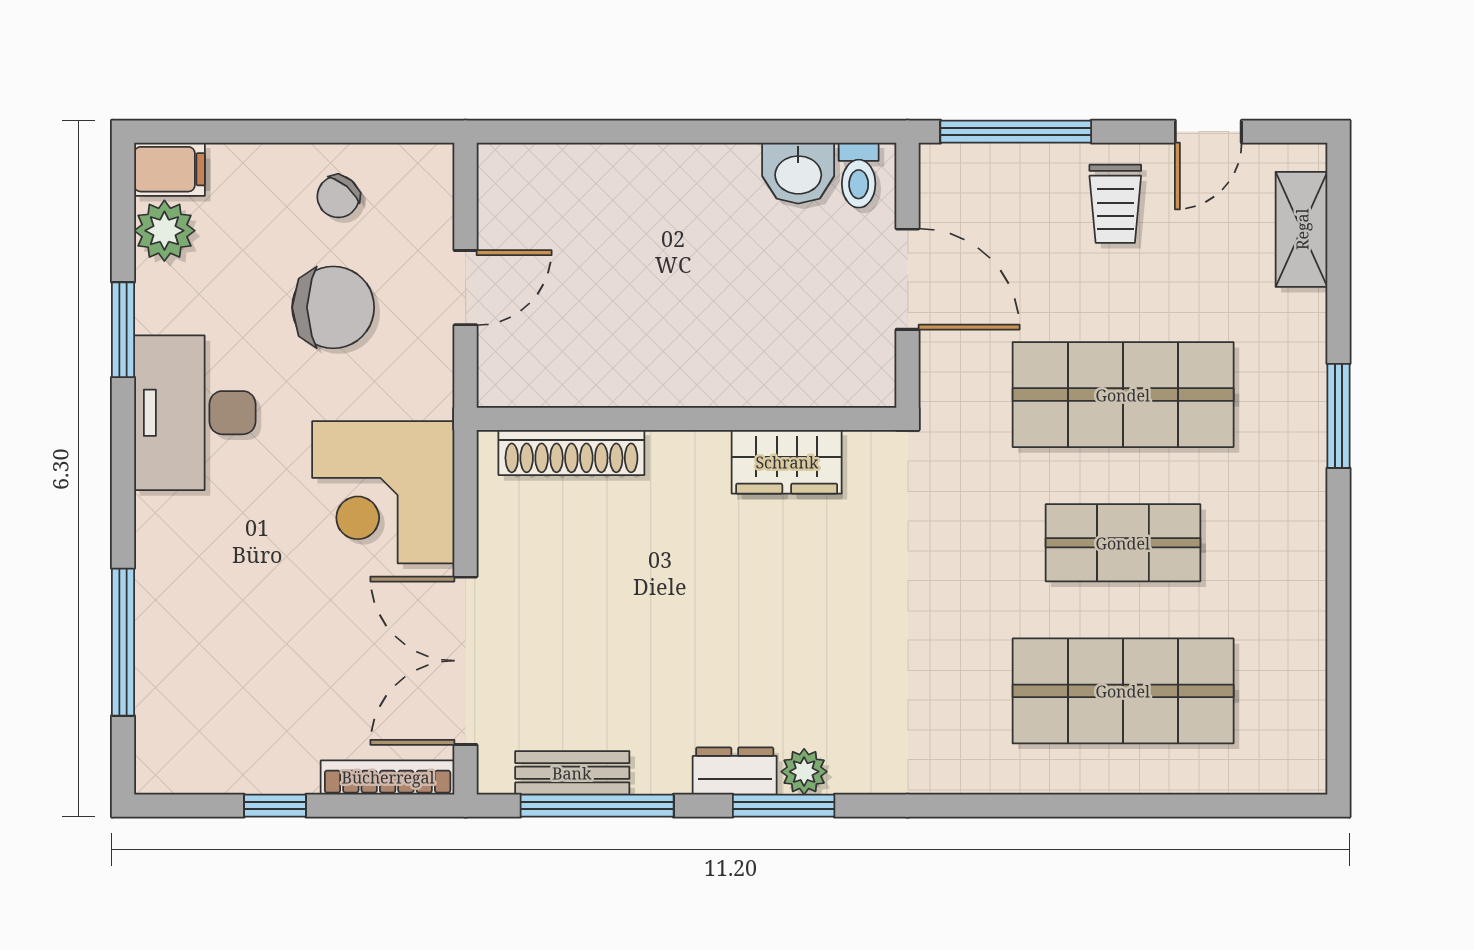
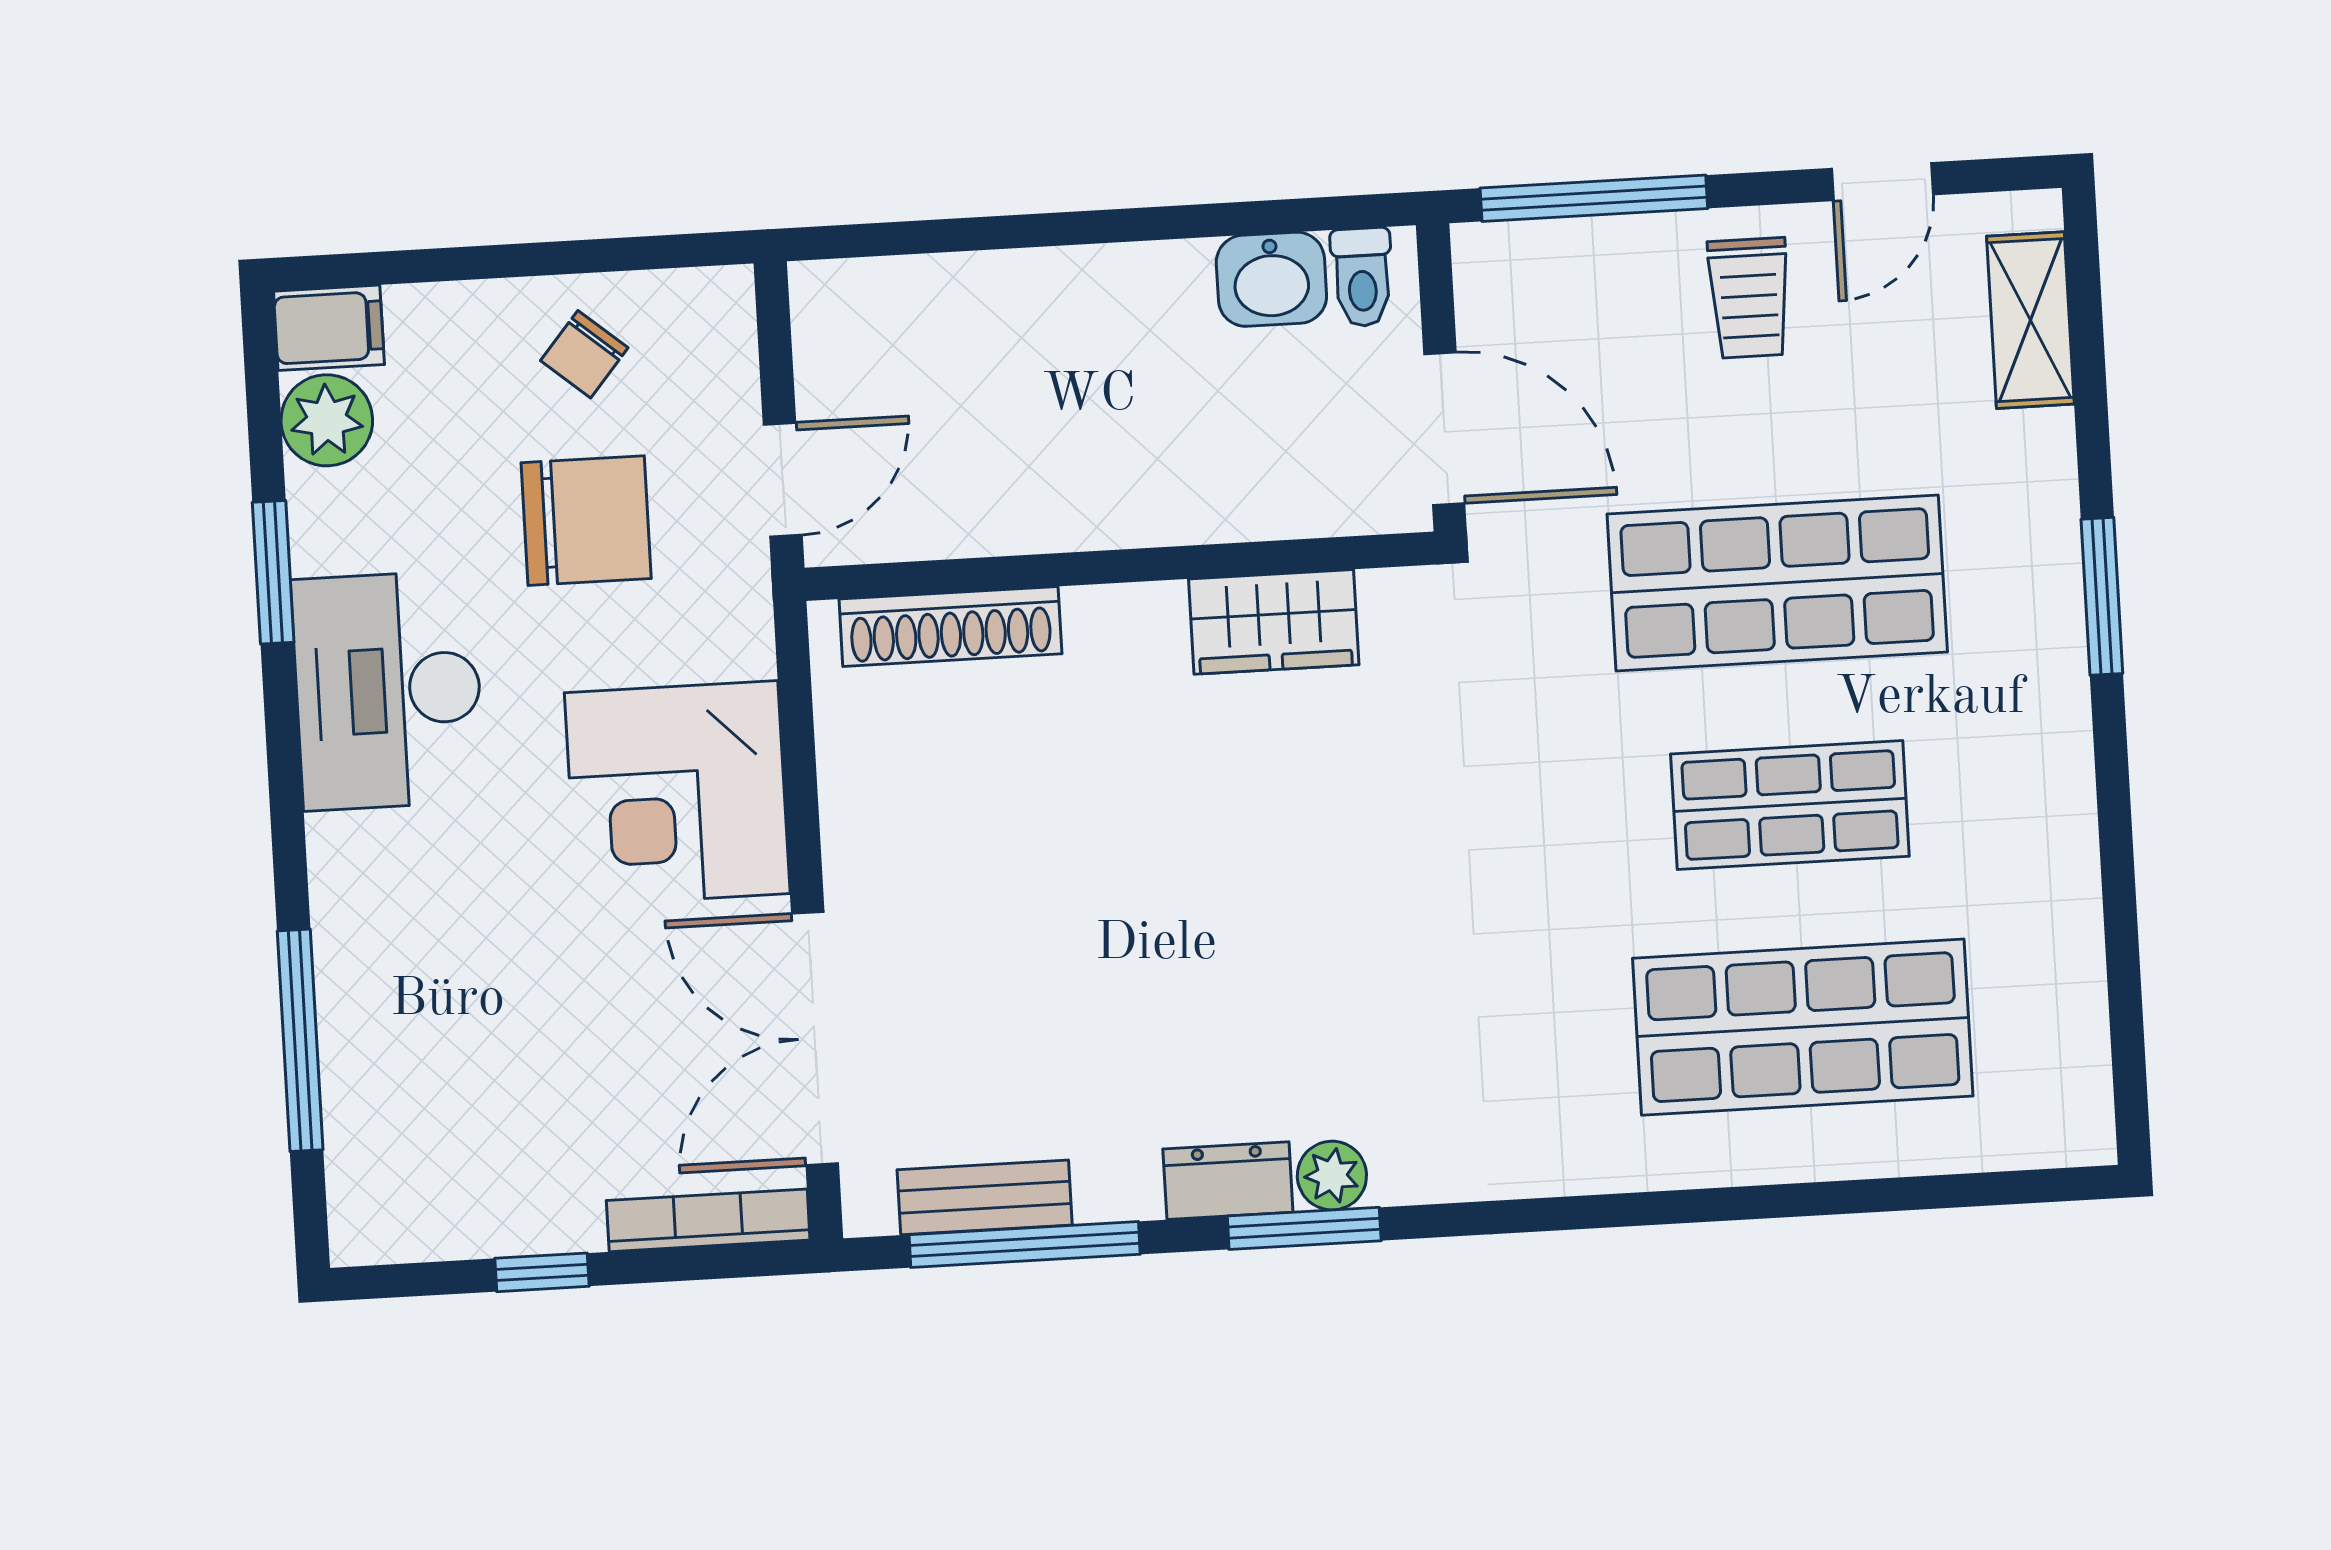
wall: (687, 419) -> (1120, 566), moved
shoe rack: (571, 453) -> (950, 626), moved
wardrobe: (787, 462) -> (1274, 622), moved

